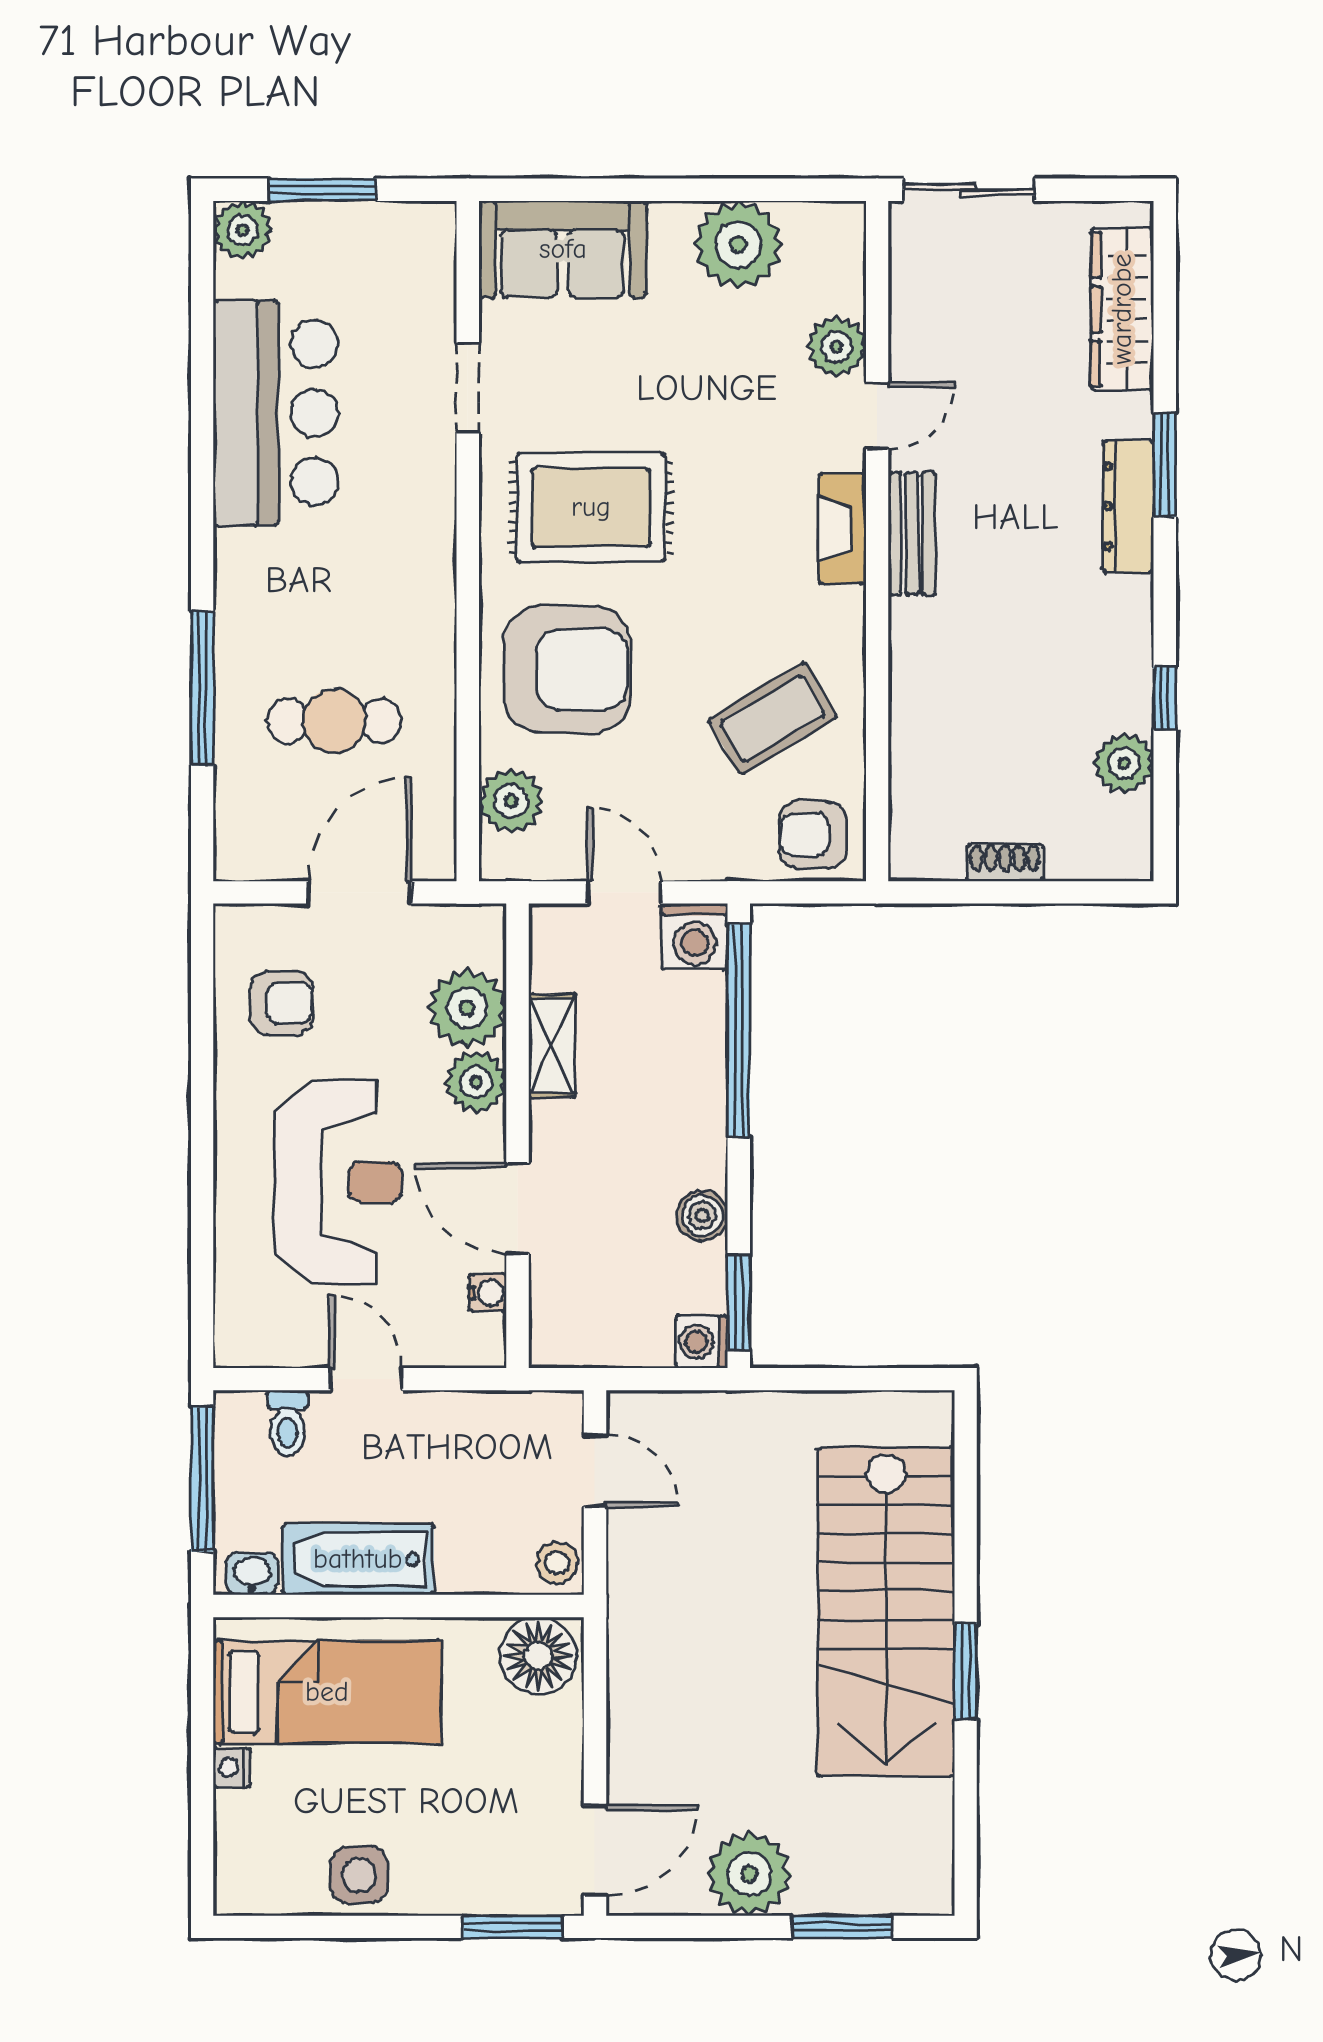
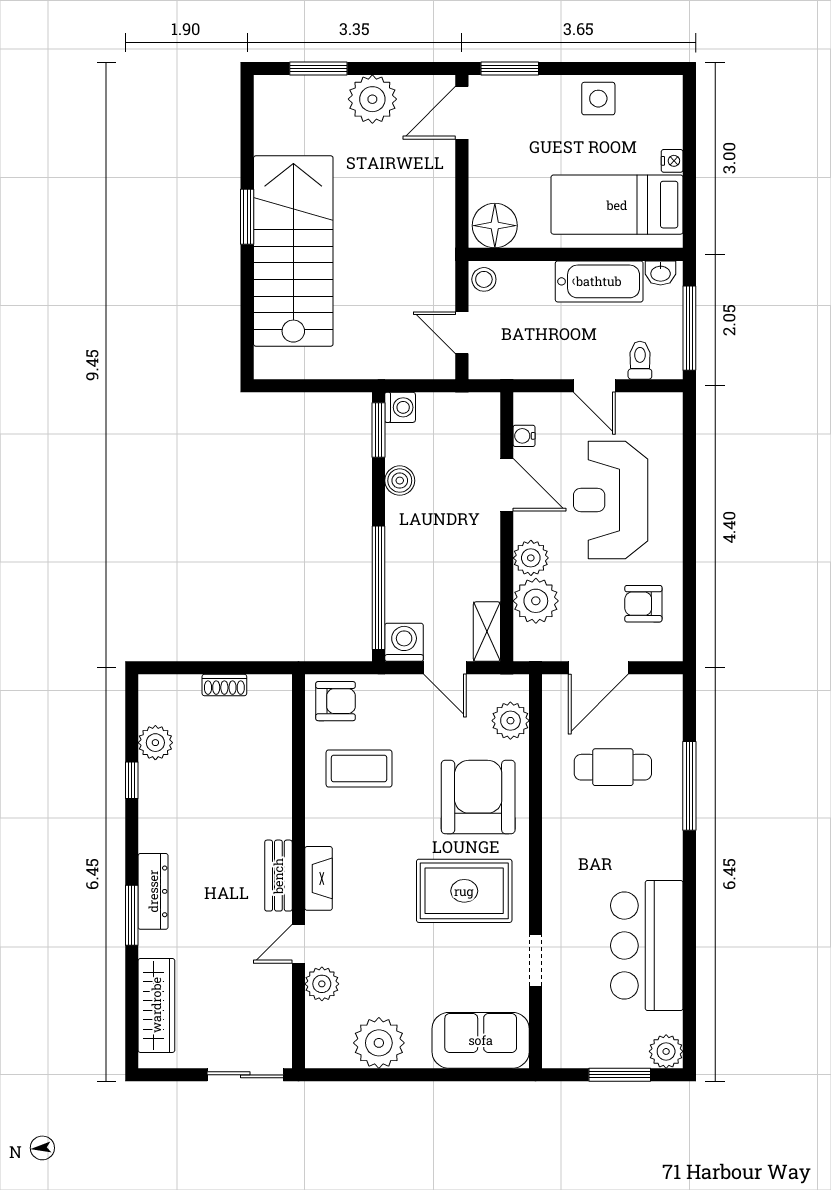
armchair: (567, 669) -> (478, 797), turned 90
coffee table: (773, 718) -> (359, 769), turned 31
shelving: (552, 1046) -> (487, 632), moved

